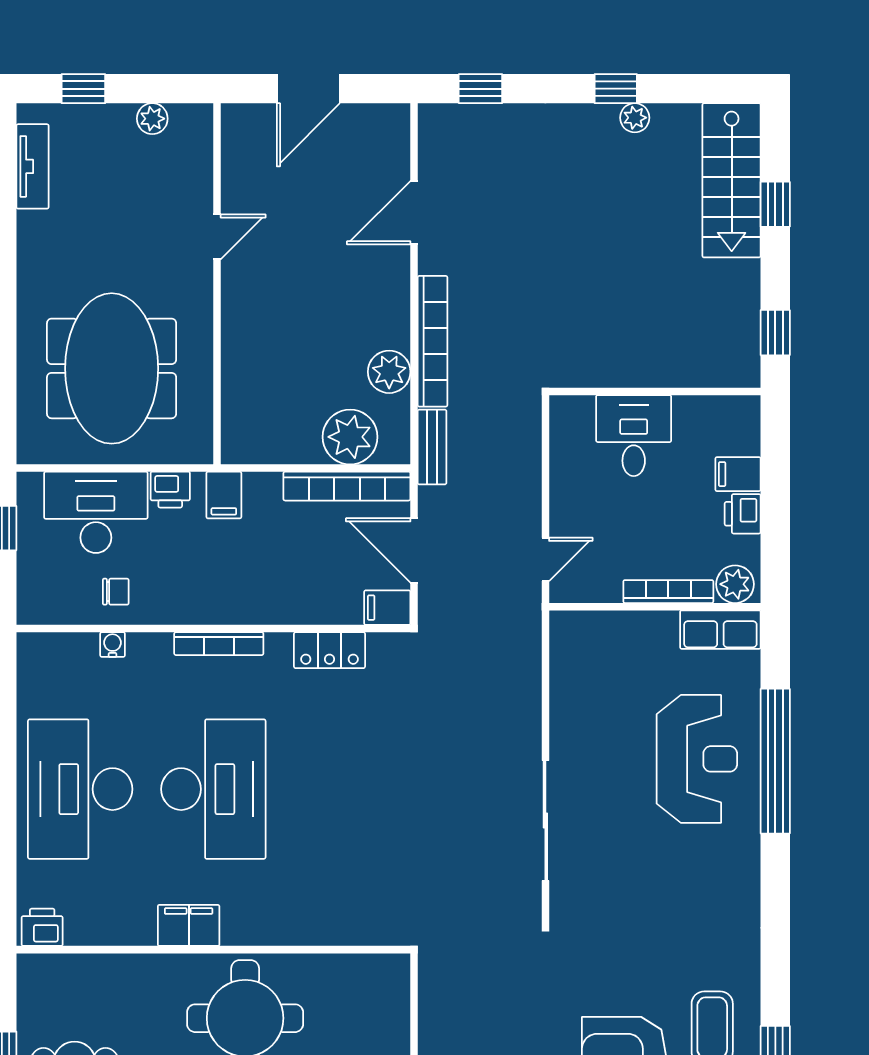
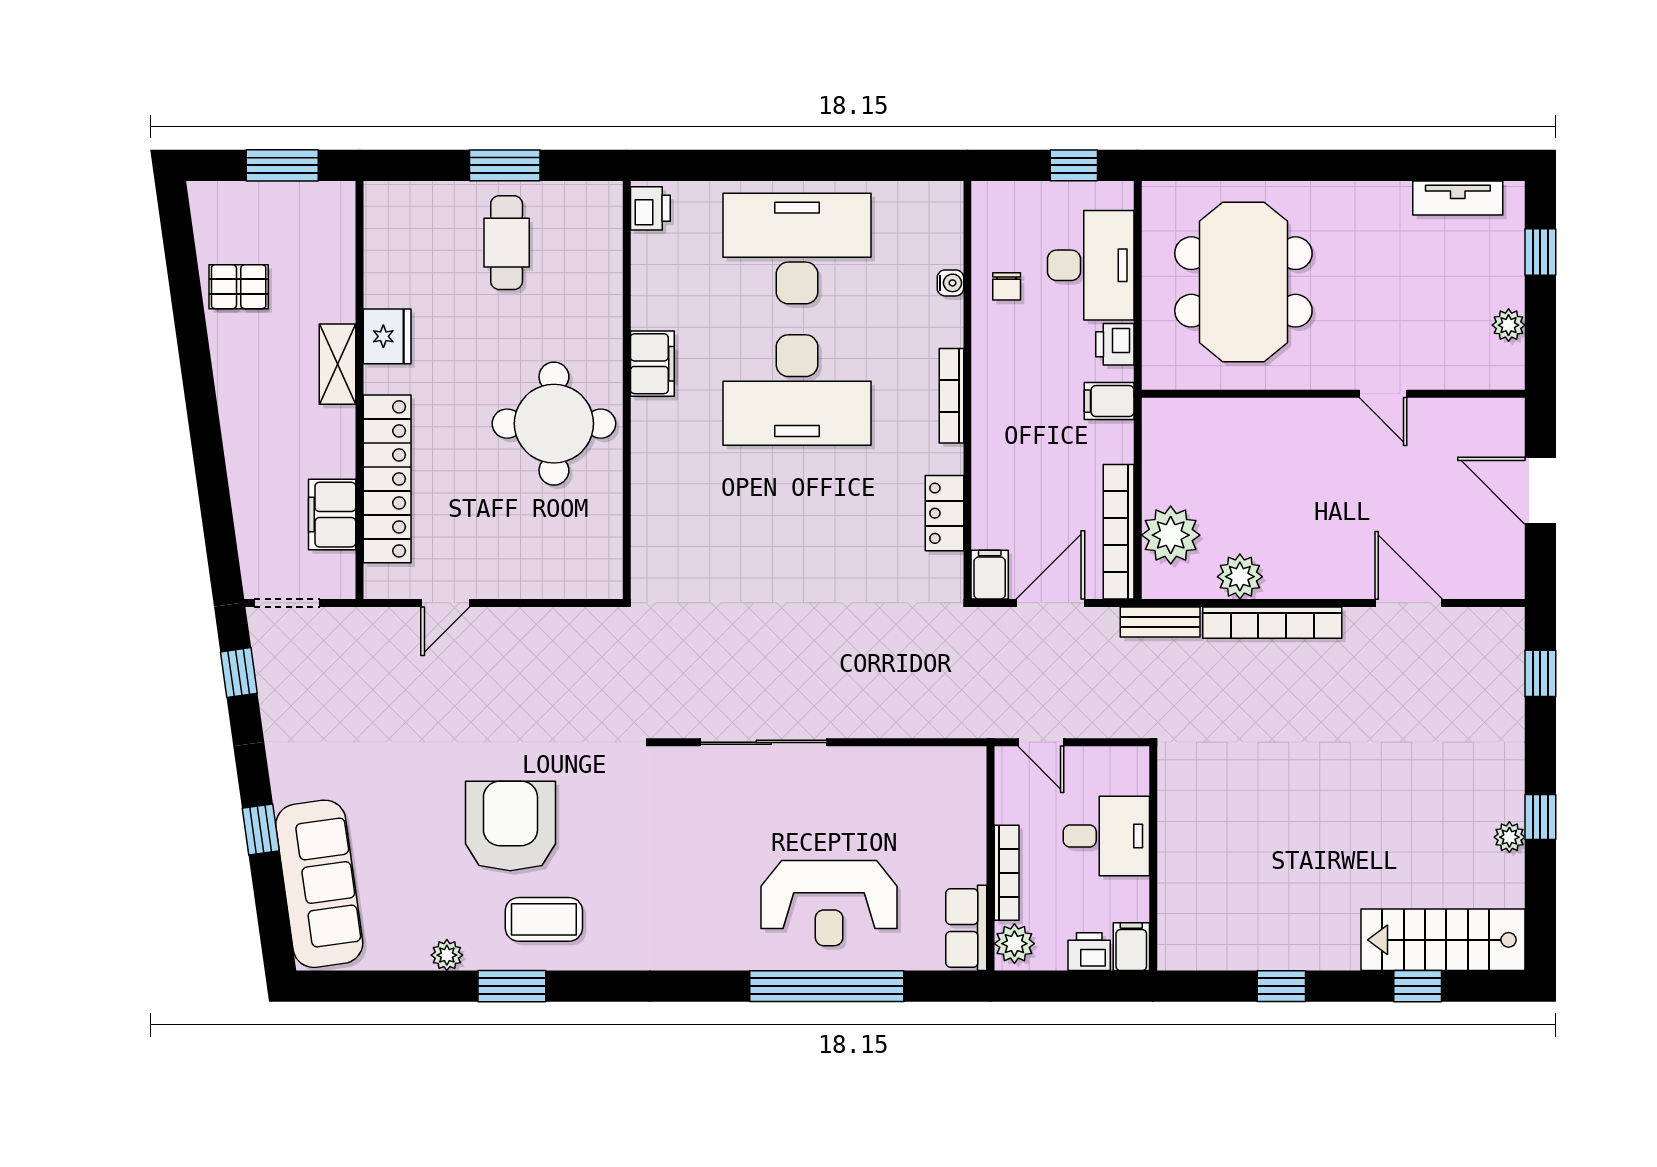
meeting table: (112, 368) -> (1243, 282), turned 90
wall: (655, 391) -> (1153, 858), moved
desk: (634, 436) -> (1106, 836), moved

